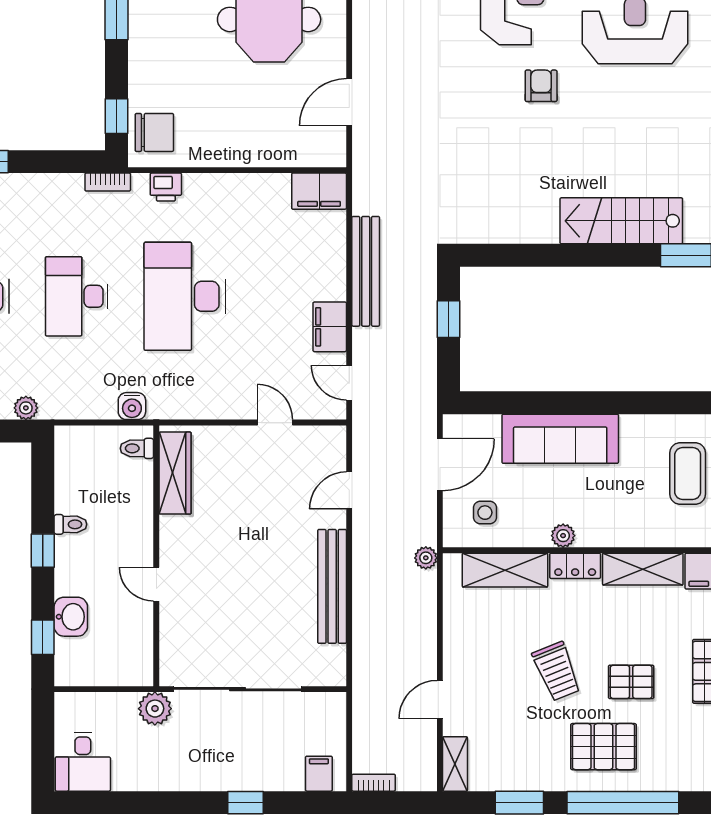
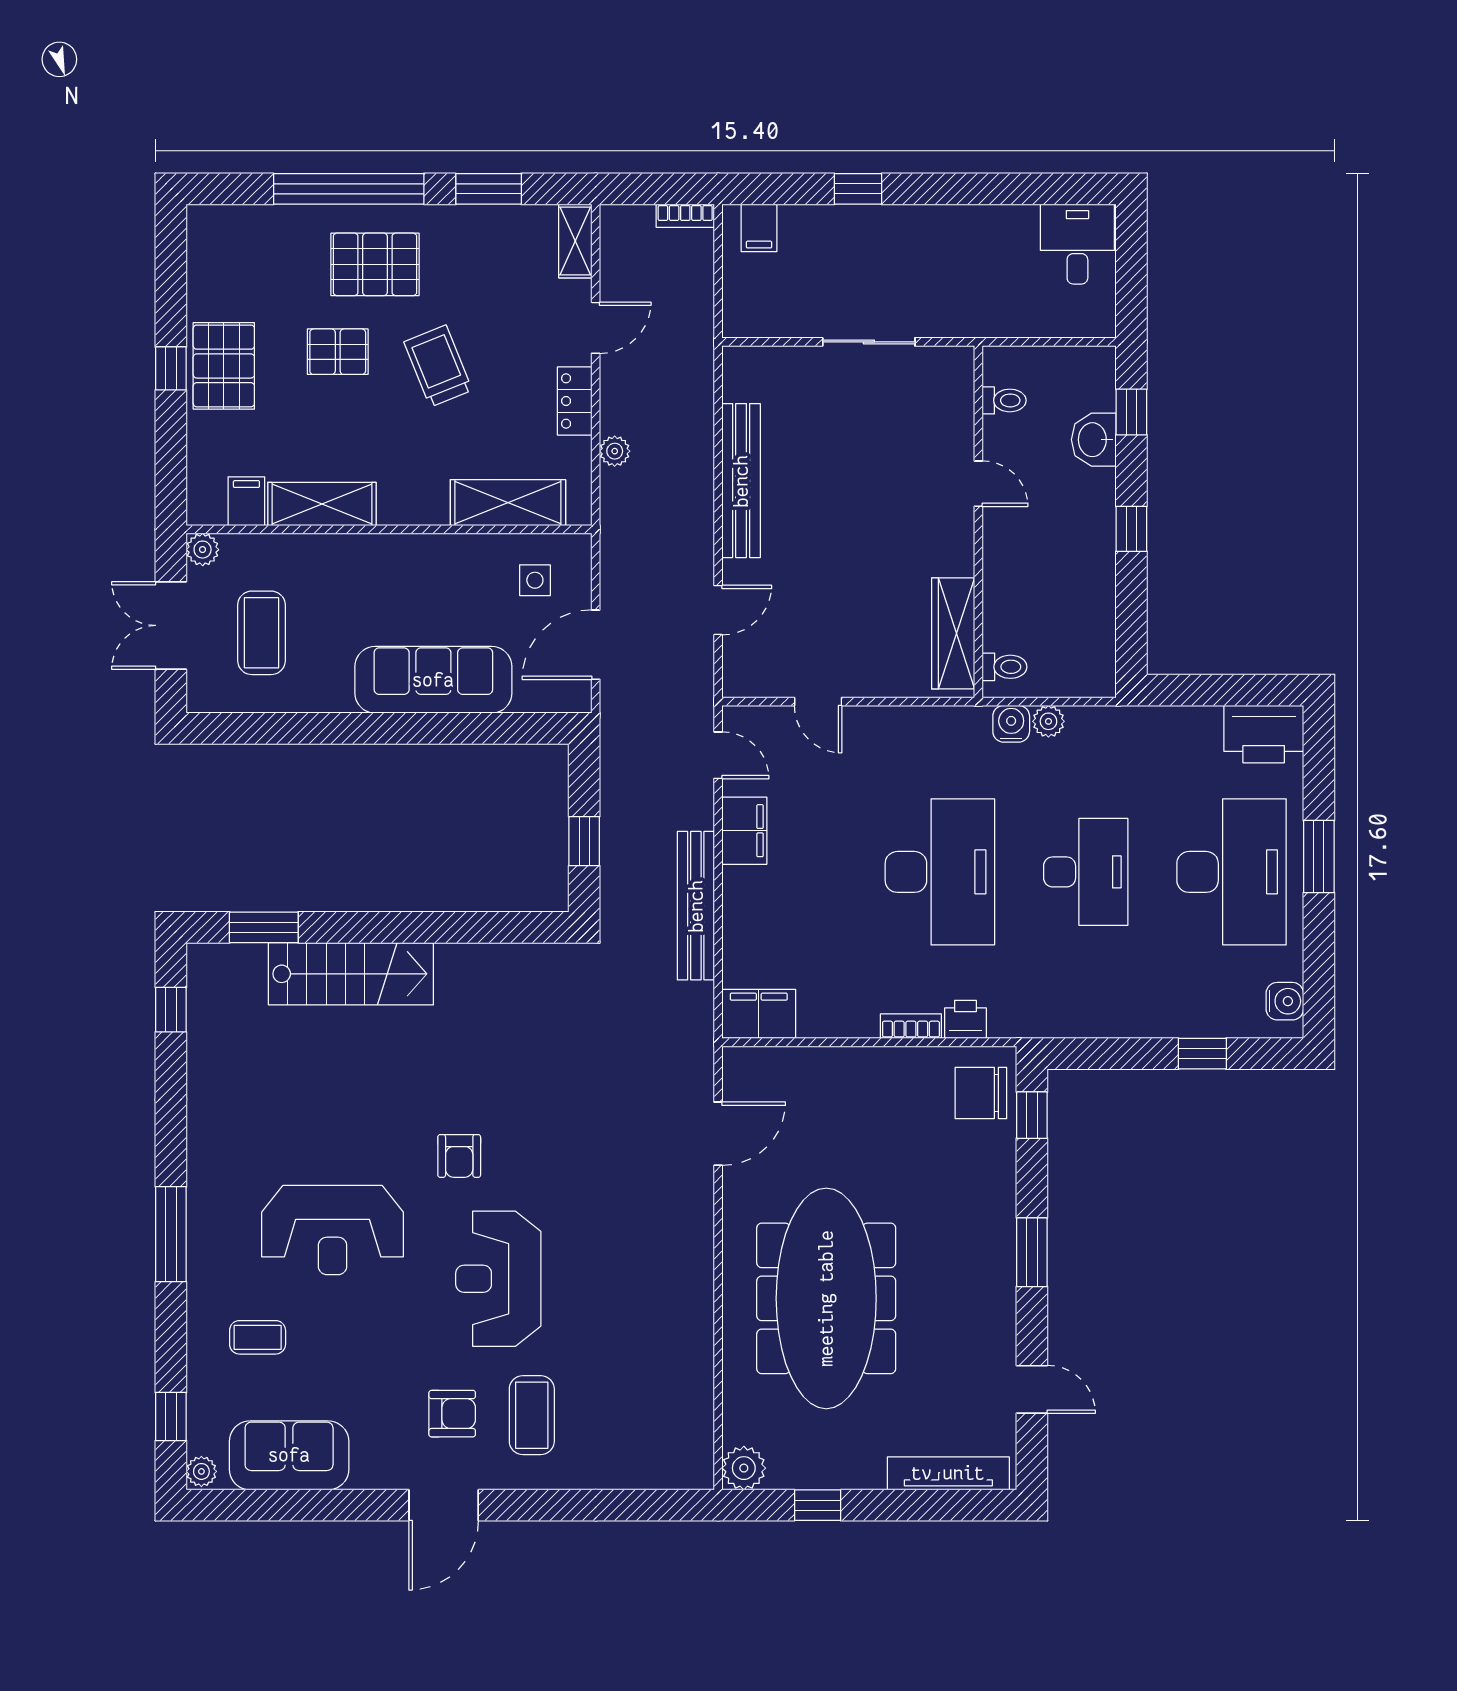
bookcase: (108, 182) -> (911, 1026), moved
plant: (26, 408) -> (1048, 721), moved
toilet: (70, 524) -> (1004, 400), moved, turned 180
plant: (563, 536) -> (430, 549), removed
plant: (426, 558) -> (615, 451), moved
locker: (575, 566) -> (575, 401), moved, turned -90
sliding door: (237, 689) -> (869, 342), width x0.54
plant: (155, 709) -> (980, 316), removed

